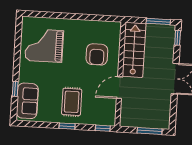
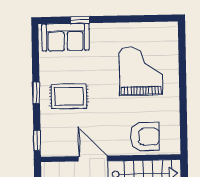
grand piano: (44, 46) -> (141, 71), moved
armchair: (97, 54) -> (145, 137), moved, turned 180

